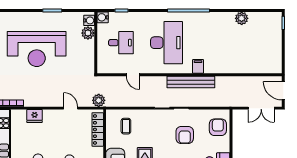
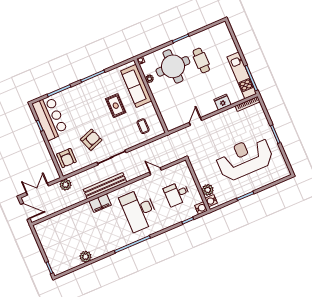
filing cabinet: (198, 66) -> (100, 203), width x2.00
plant: (99, 100) -> (66, 185), moved
door: (71, 108) -> (195, 121), swing flipped
locker: (98, 129) -> (165, 113), removed
armchair: (185, 135) -> (91, 140), turned 70

